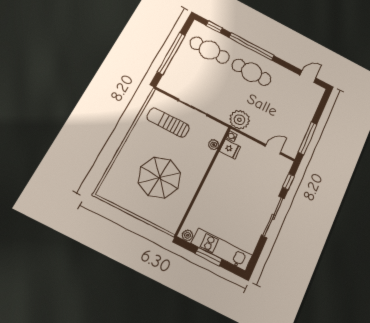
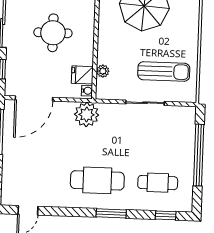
window: (251, 47) -> (111, 213), width x0.47
cafe table: (210, 50) -> (158, 183), width x0.73, depth x0.74
door: (273, 149) -> (34, 99), width x1.88
round table: (239, 190) -> (53, 33), added

